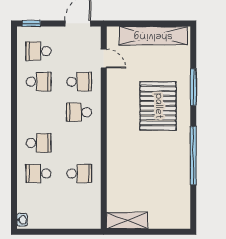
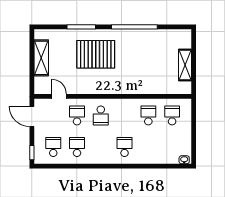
shelving: (153, 36) -> (41, 58), width x0.68
school desk: (39, 51) -> (53, 147), turned 180
door: (104, 58) -> (59, 96), hinge flipped
school desk: (39, 173) -> (172, 115), moved, turned 180
shelving: (127, 221) -> (185, 65), moved

